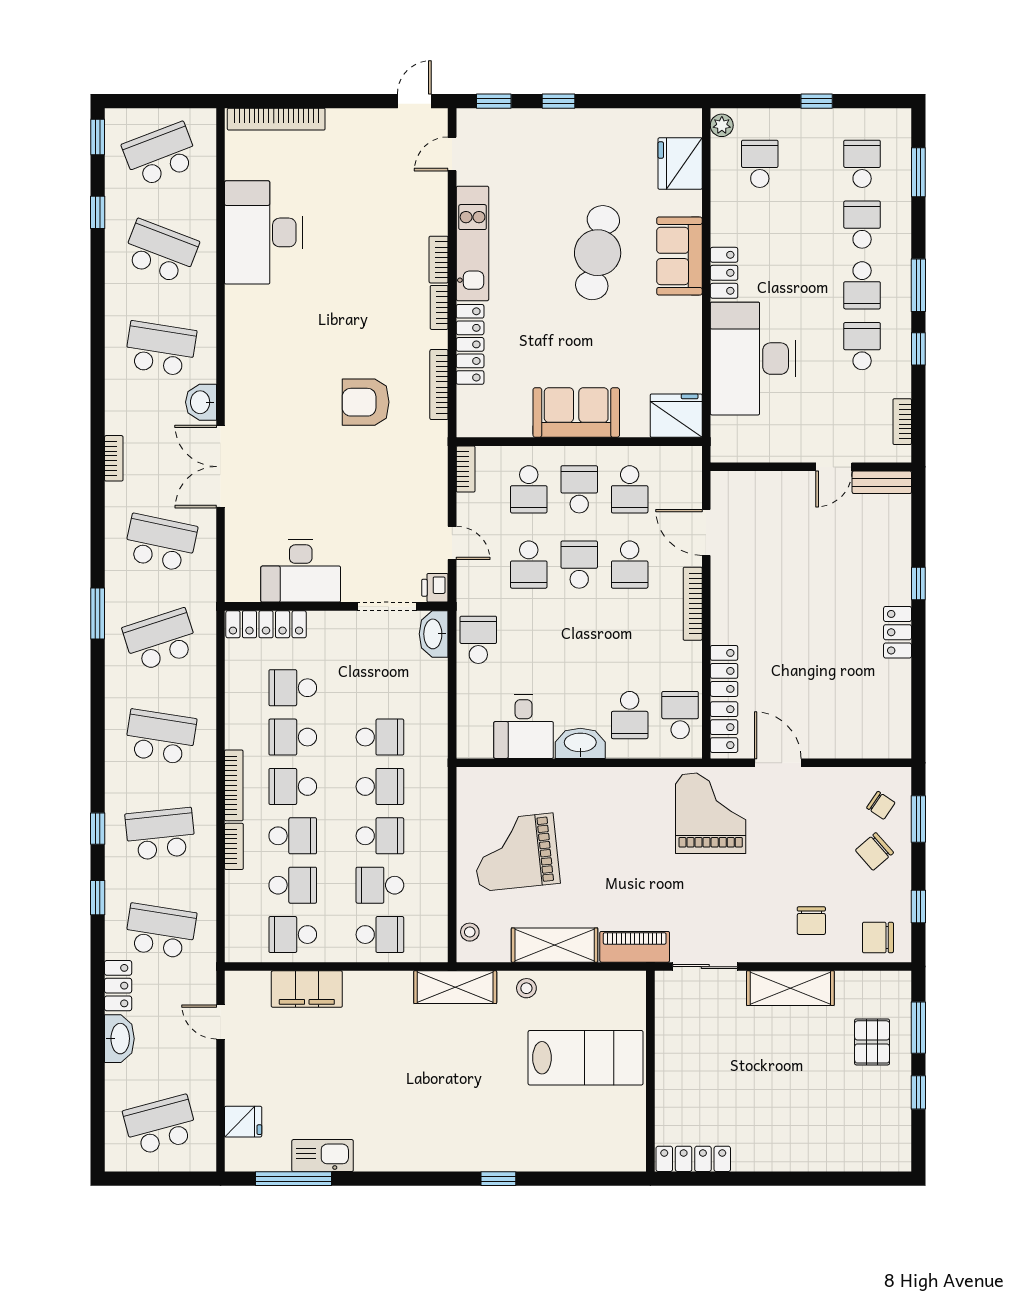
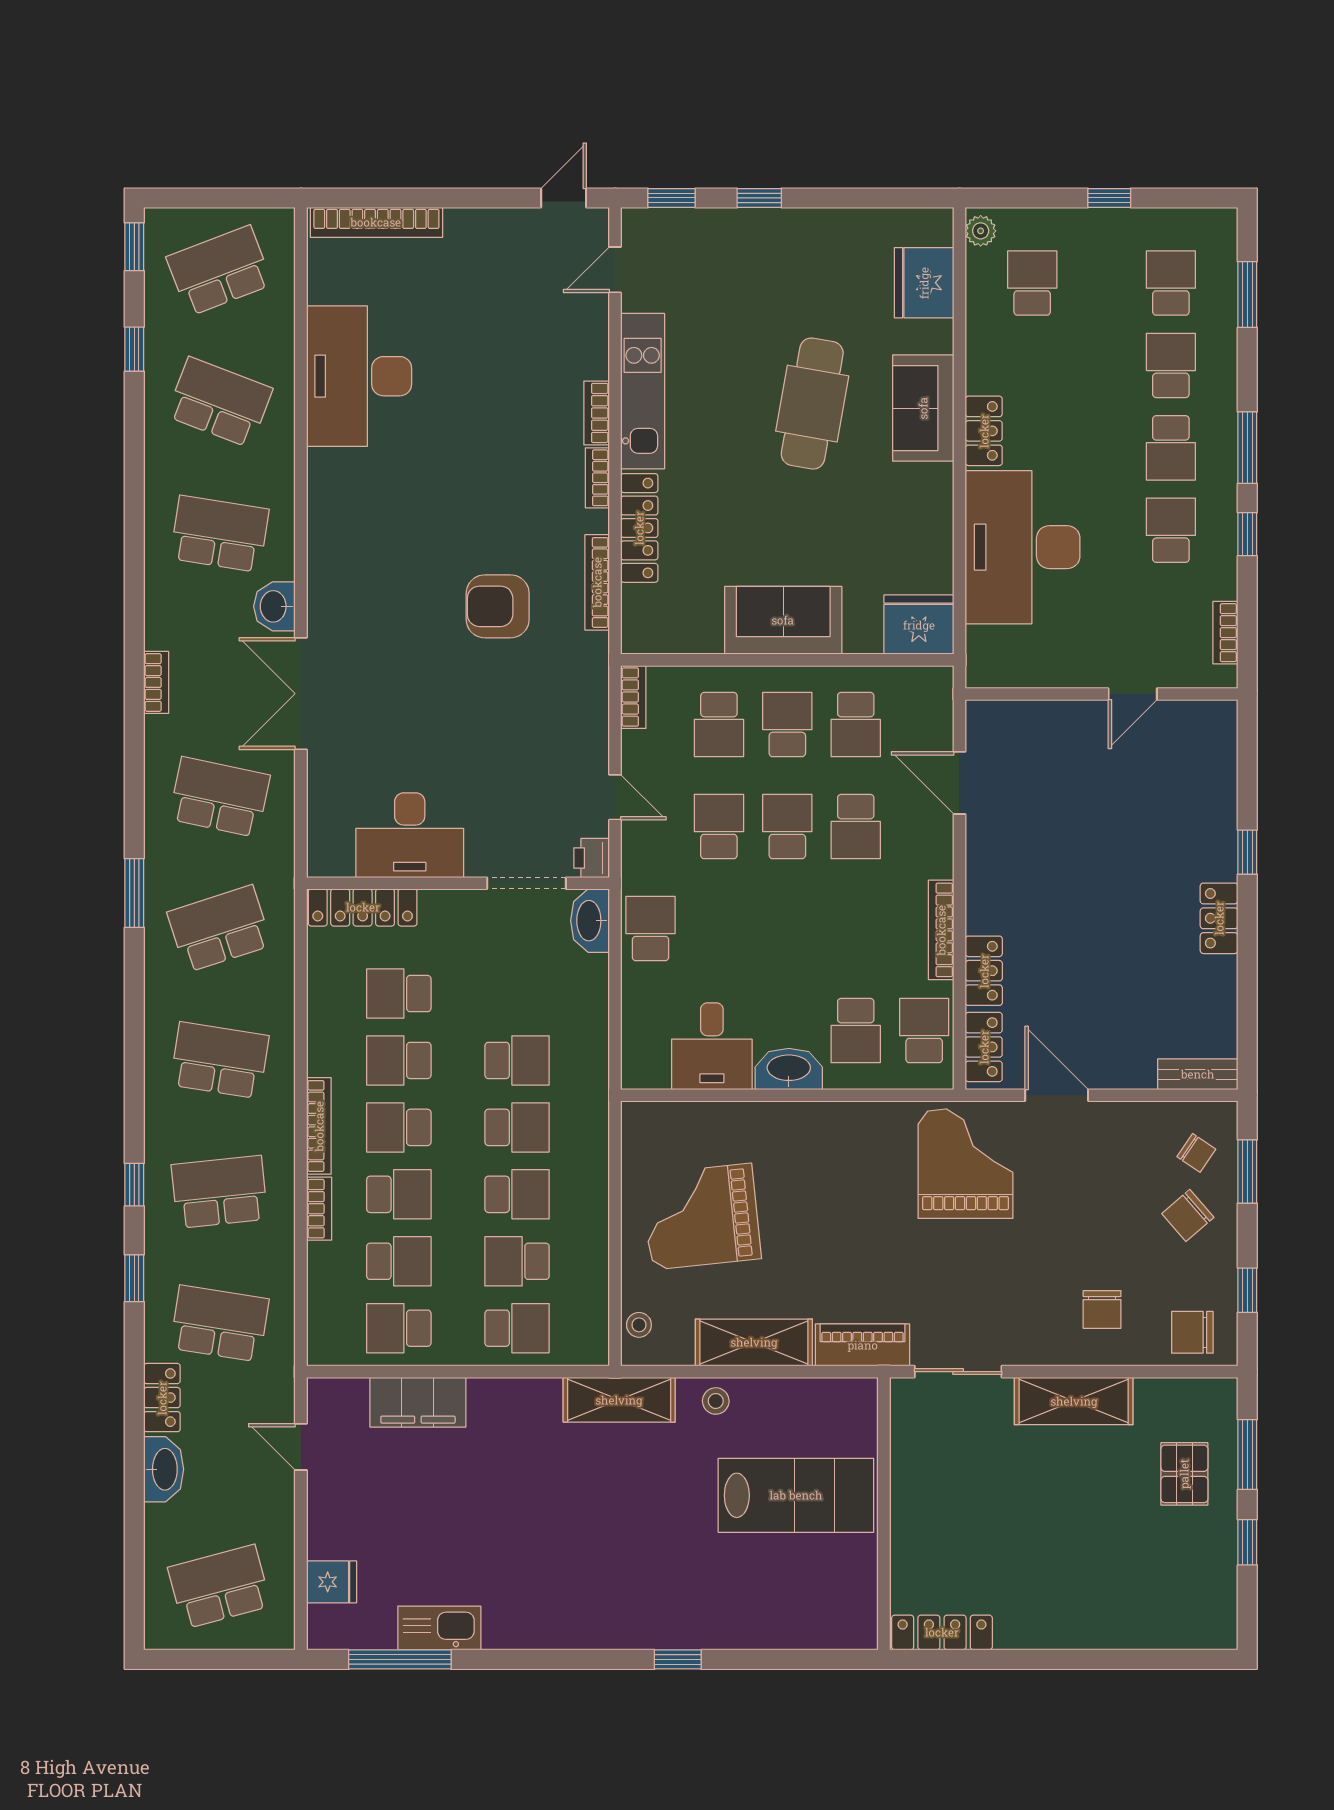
bench: (882, 482) -> (1198, 1074), moved
school desk: (529, 565) -> (719, 827), turned 180
bookcase: (693, 604) -> (941, 930), moved

